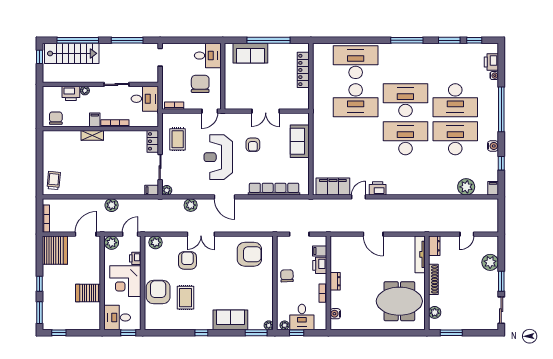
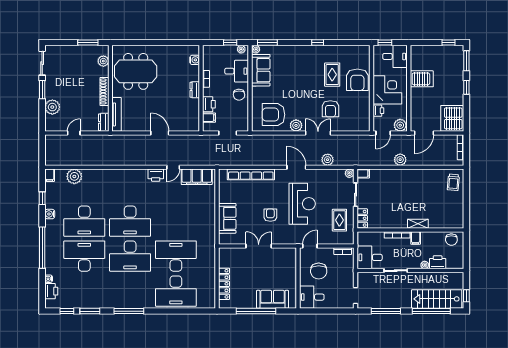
plant: (156, 242) -> (296, 125), moved
desk: (302, 317) -> (237, 71), moved, turned 90
sofa: (230, 320) -> (261, 70), moved, turned -90

